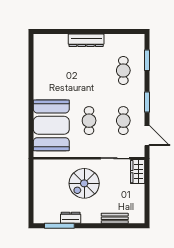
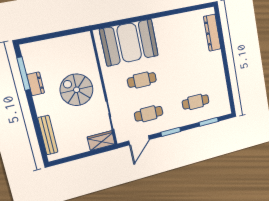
dresser: (86, 40) -> (212, 33), moved
bench: (115, 218) -> (48, 135), width x1.36

